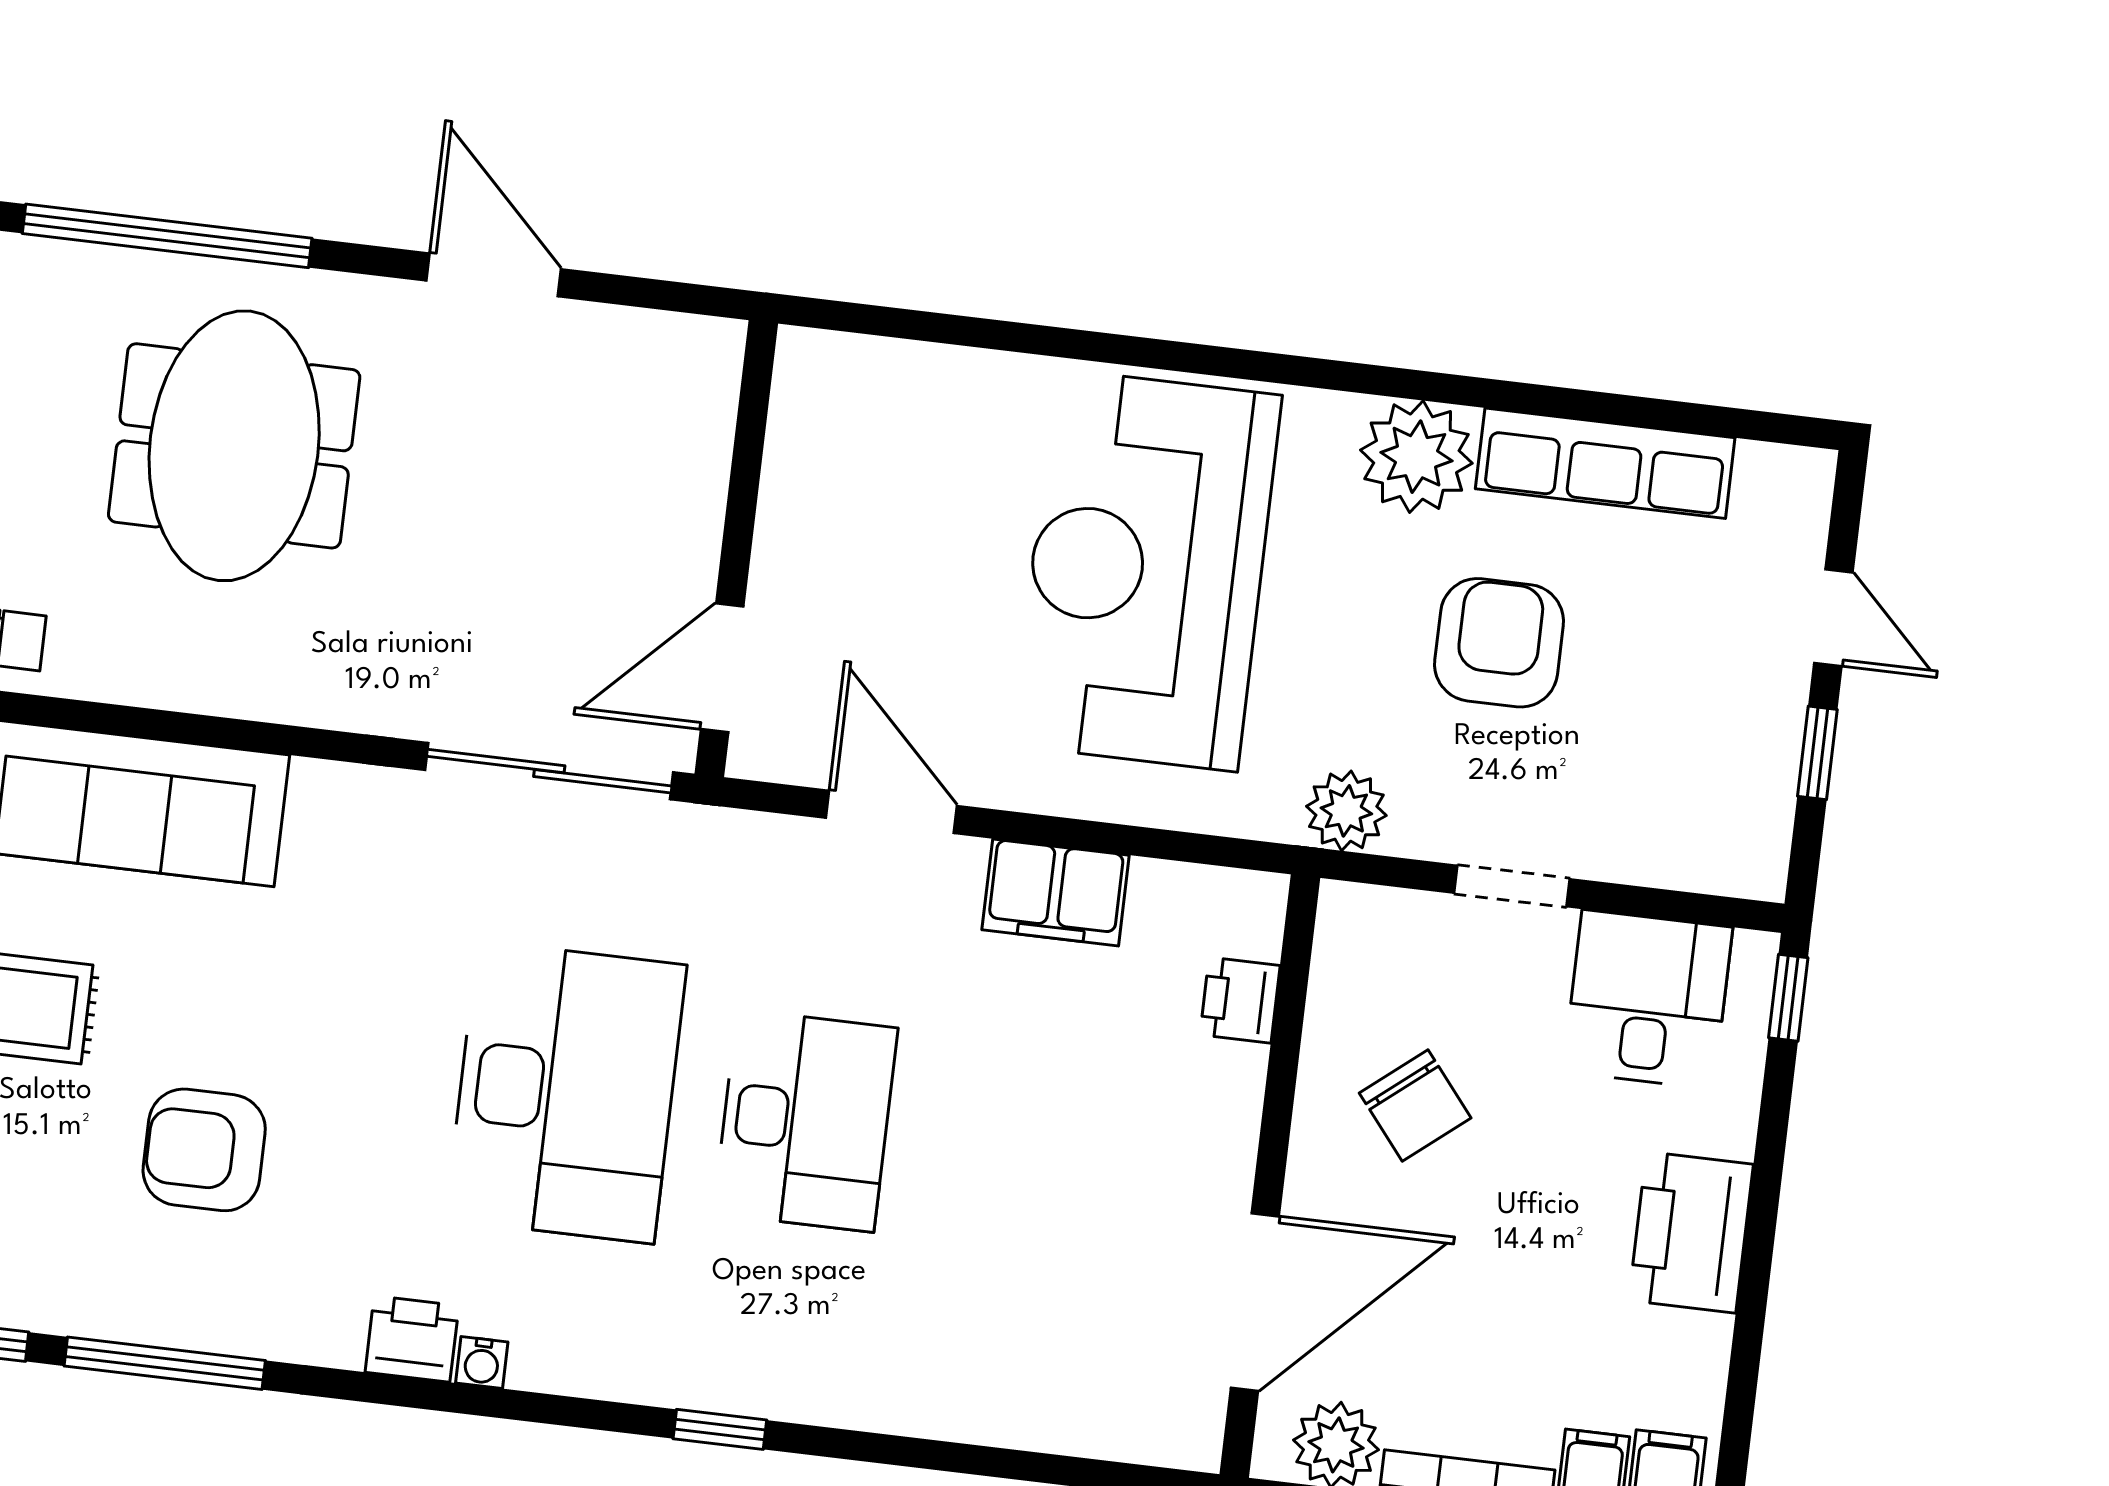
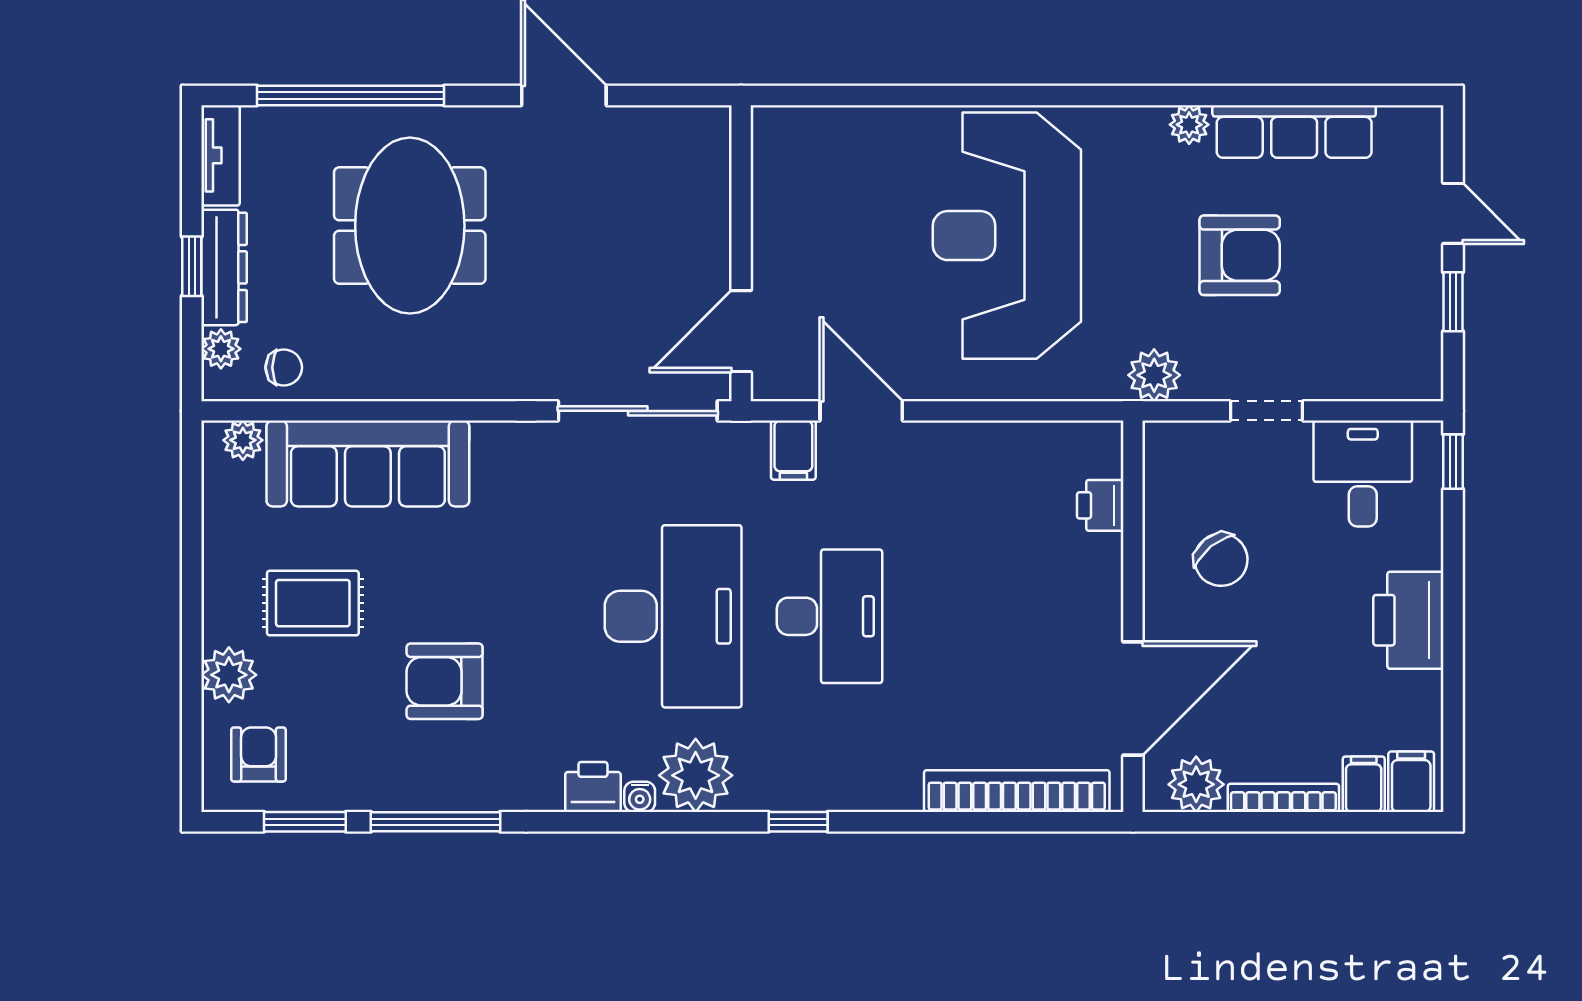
plant: (1416, 457) -> (1189, 125), width x0.53, depth x0.53
armchair: (1499, 643) -> (1240, 255), turned 90
filing cabinet: (1056, 892) -> (793, 450), moved, width x0.50
plant: (571, 1340) -> (696, 775), added
bookcase: (1060, 1423) -> (1017, 791), added

